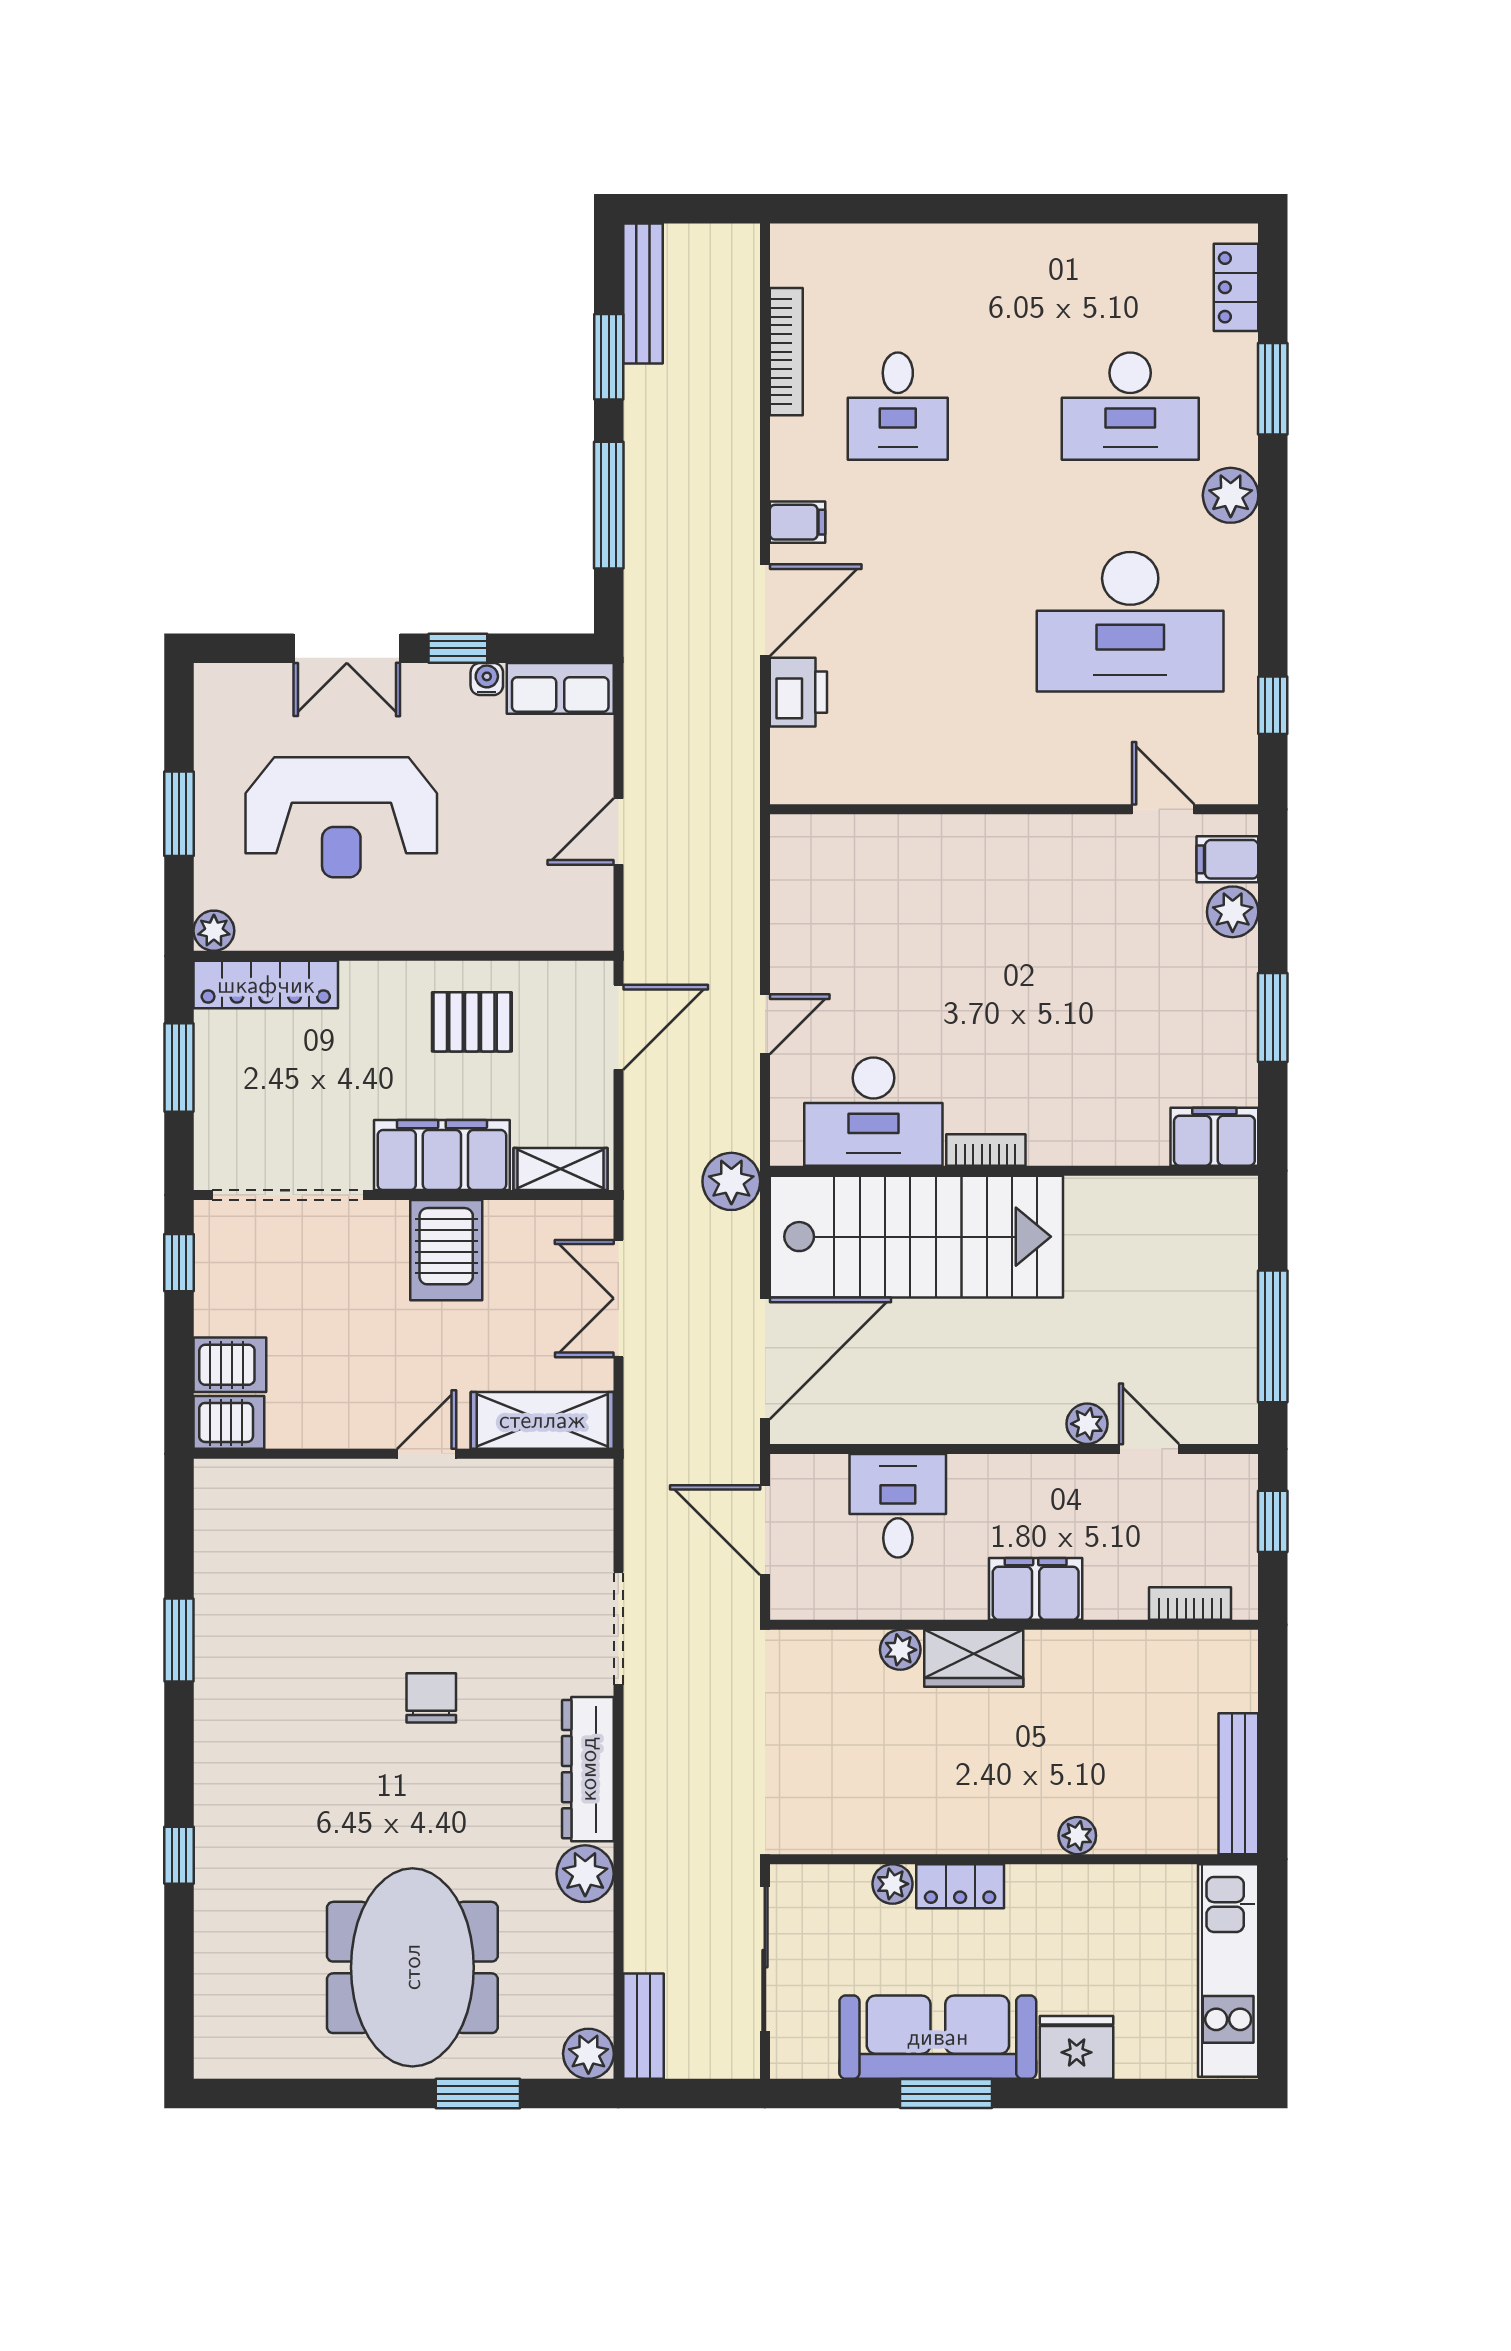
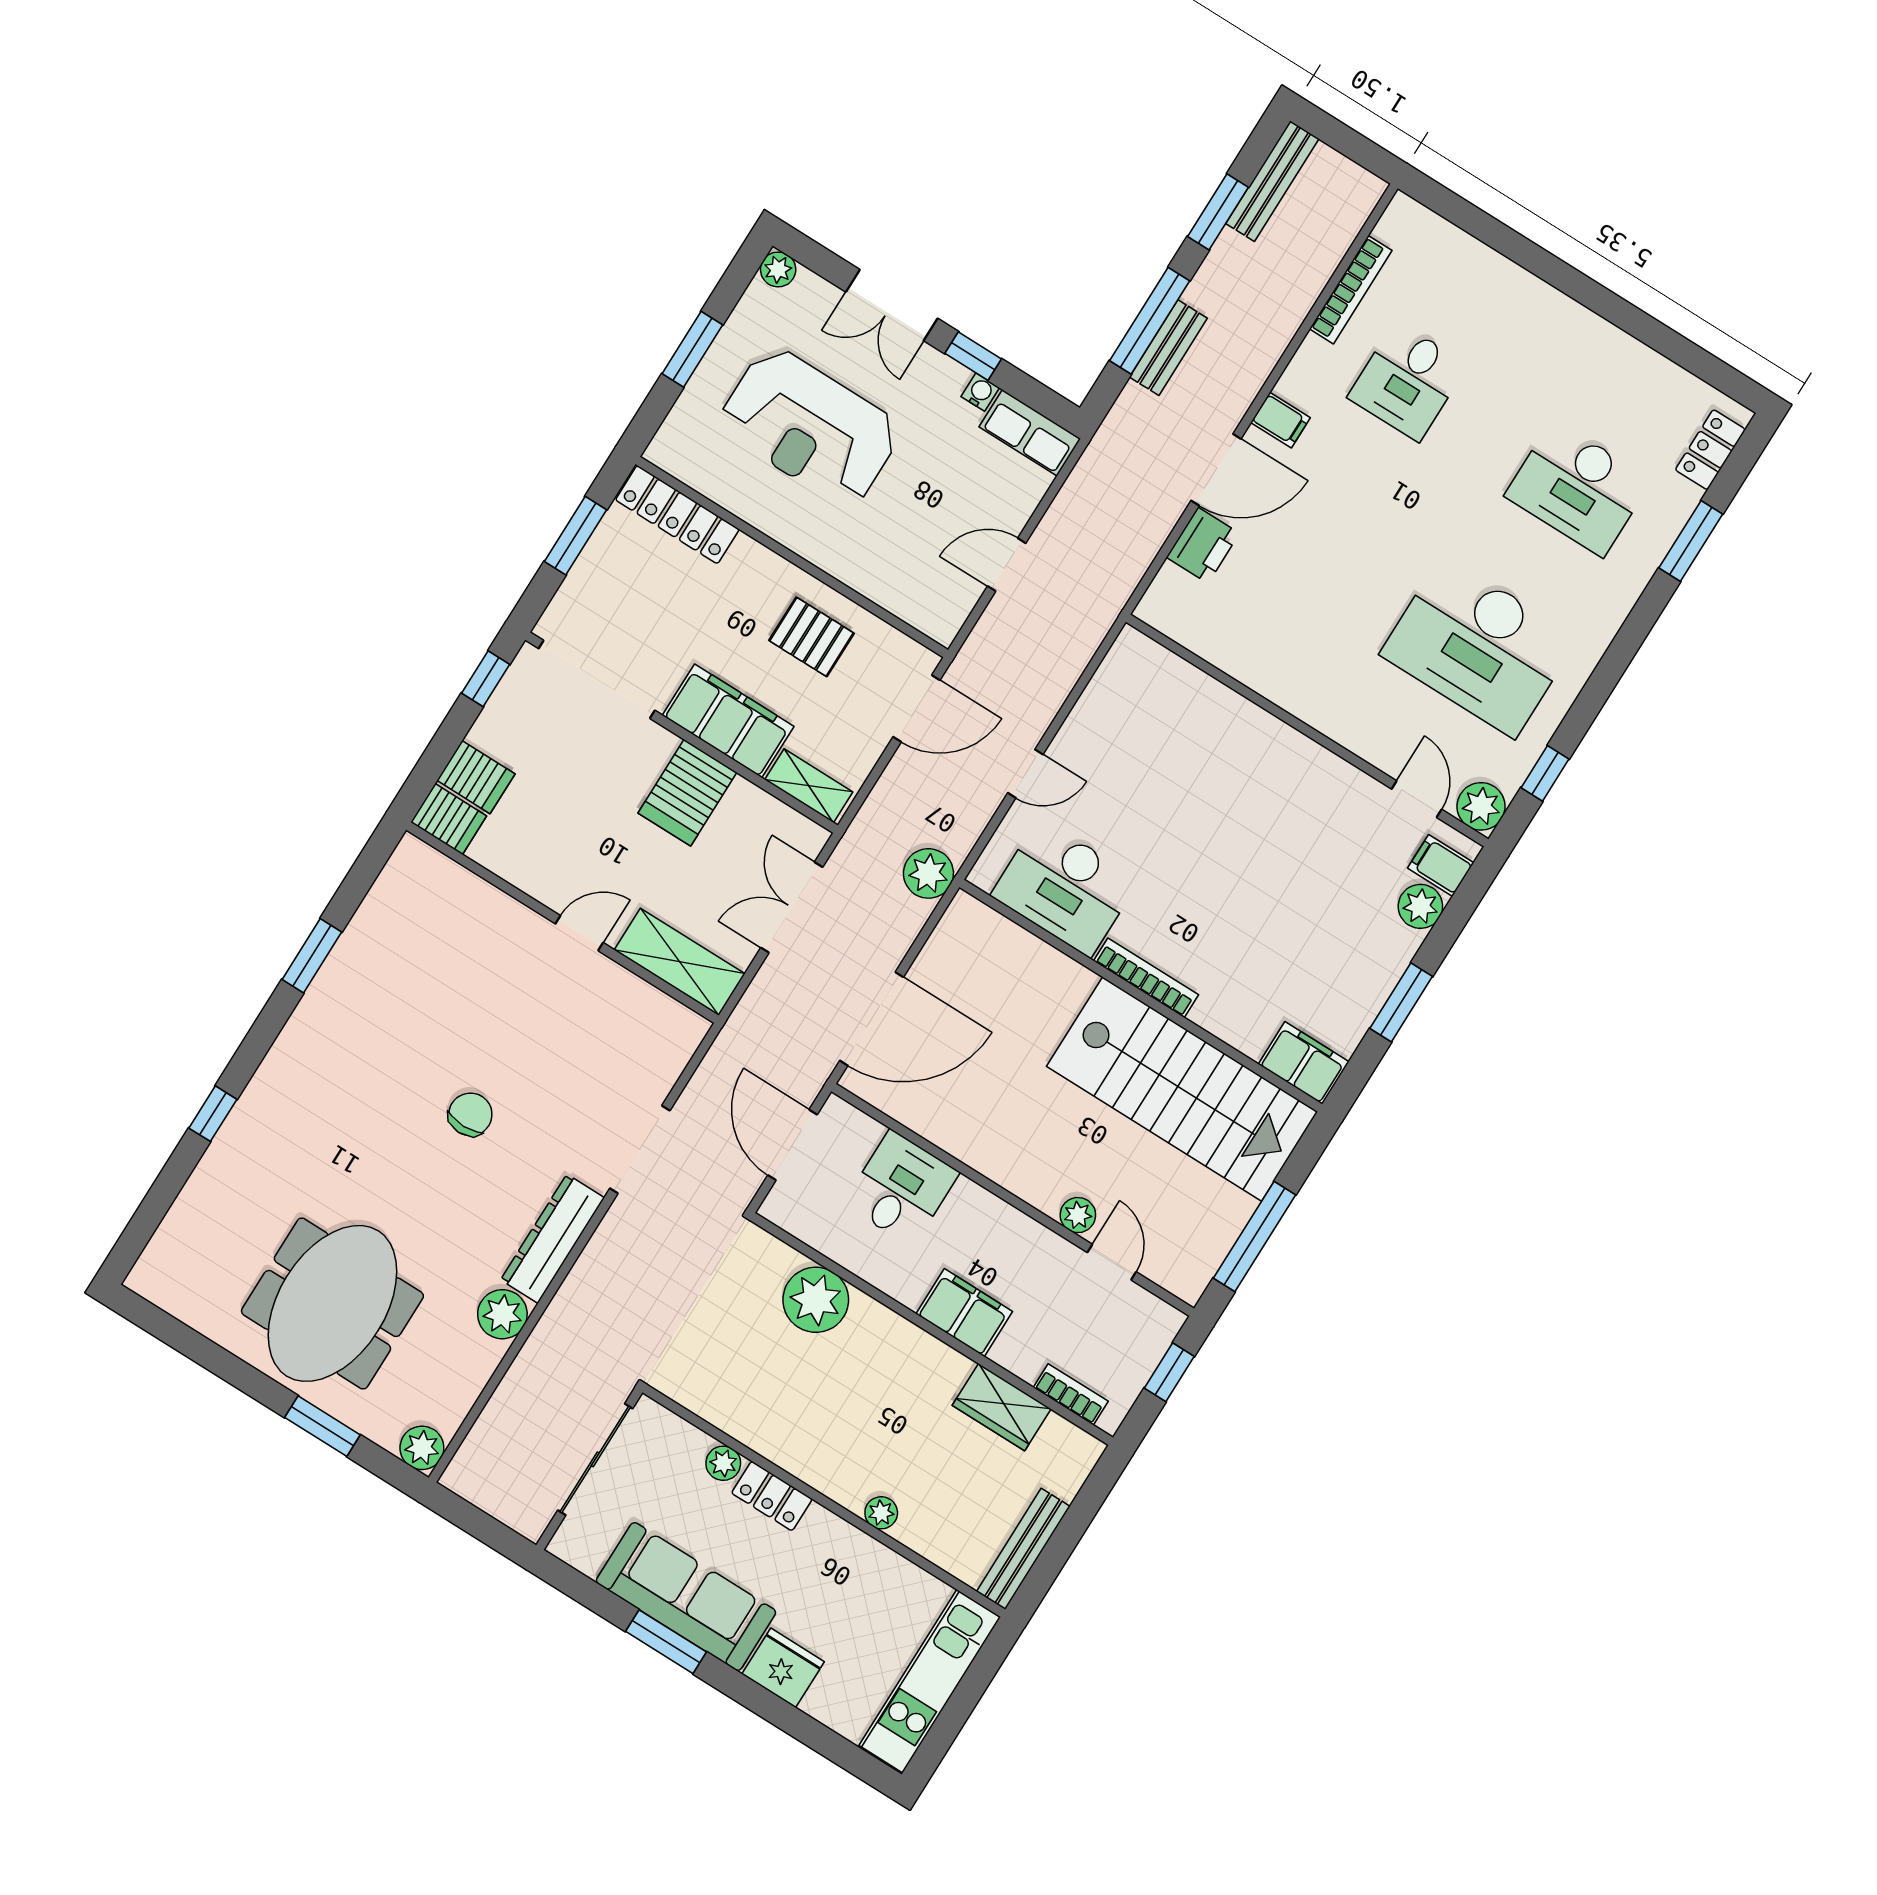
plant: (1231, 495) -> (1481, 806), moved
plant: (214, 931) -> (778, 269), moved
bookcase: (986, 1150) -> (1146, 978), width x1.56
stairs: (916, 1237) -> (1182, 1089), moved
plant: (900, 1650) -> (816, 1300), width x1.87, depth x1.87
wardrobe: (974, 1658) -> (1002, 1407), moved
bench: (643, 2026) -> (1168, 348), moved

